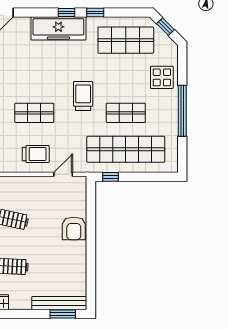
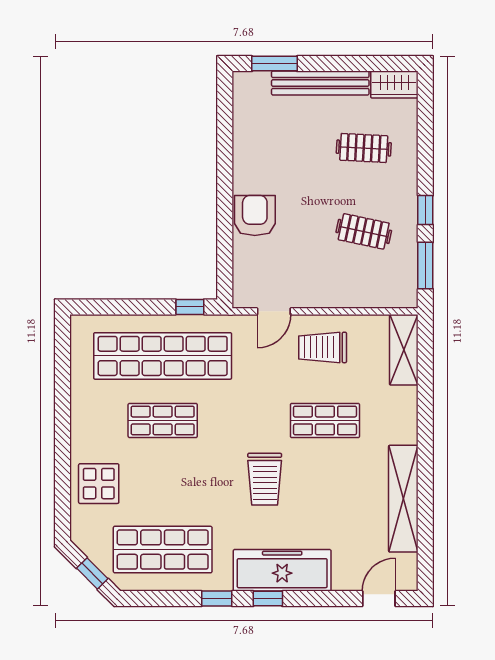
trolley: (83, 96) -> (265, 479), moved
window: (182, 111) -> (62, 424), removed
bench: (59, 303) -> (320, 83), moved

